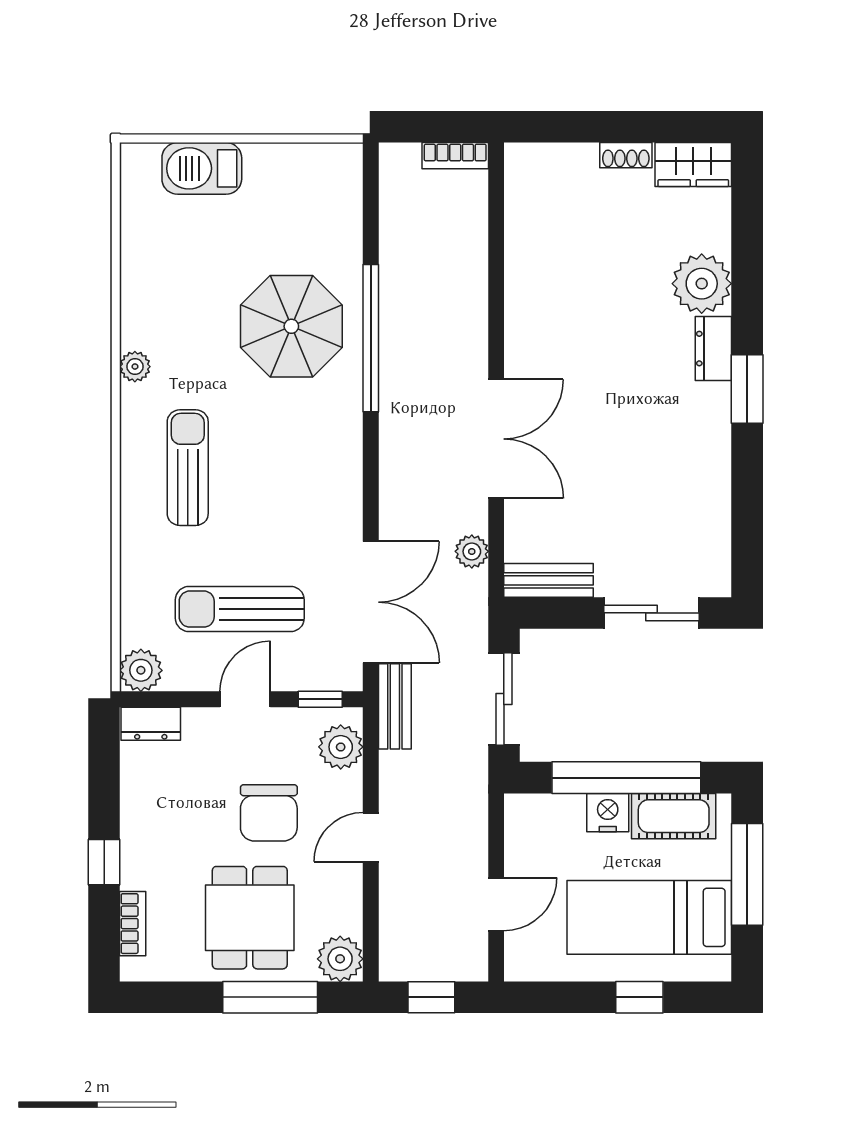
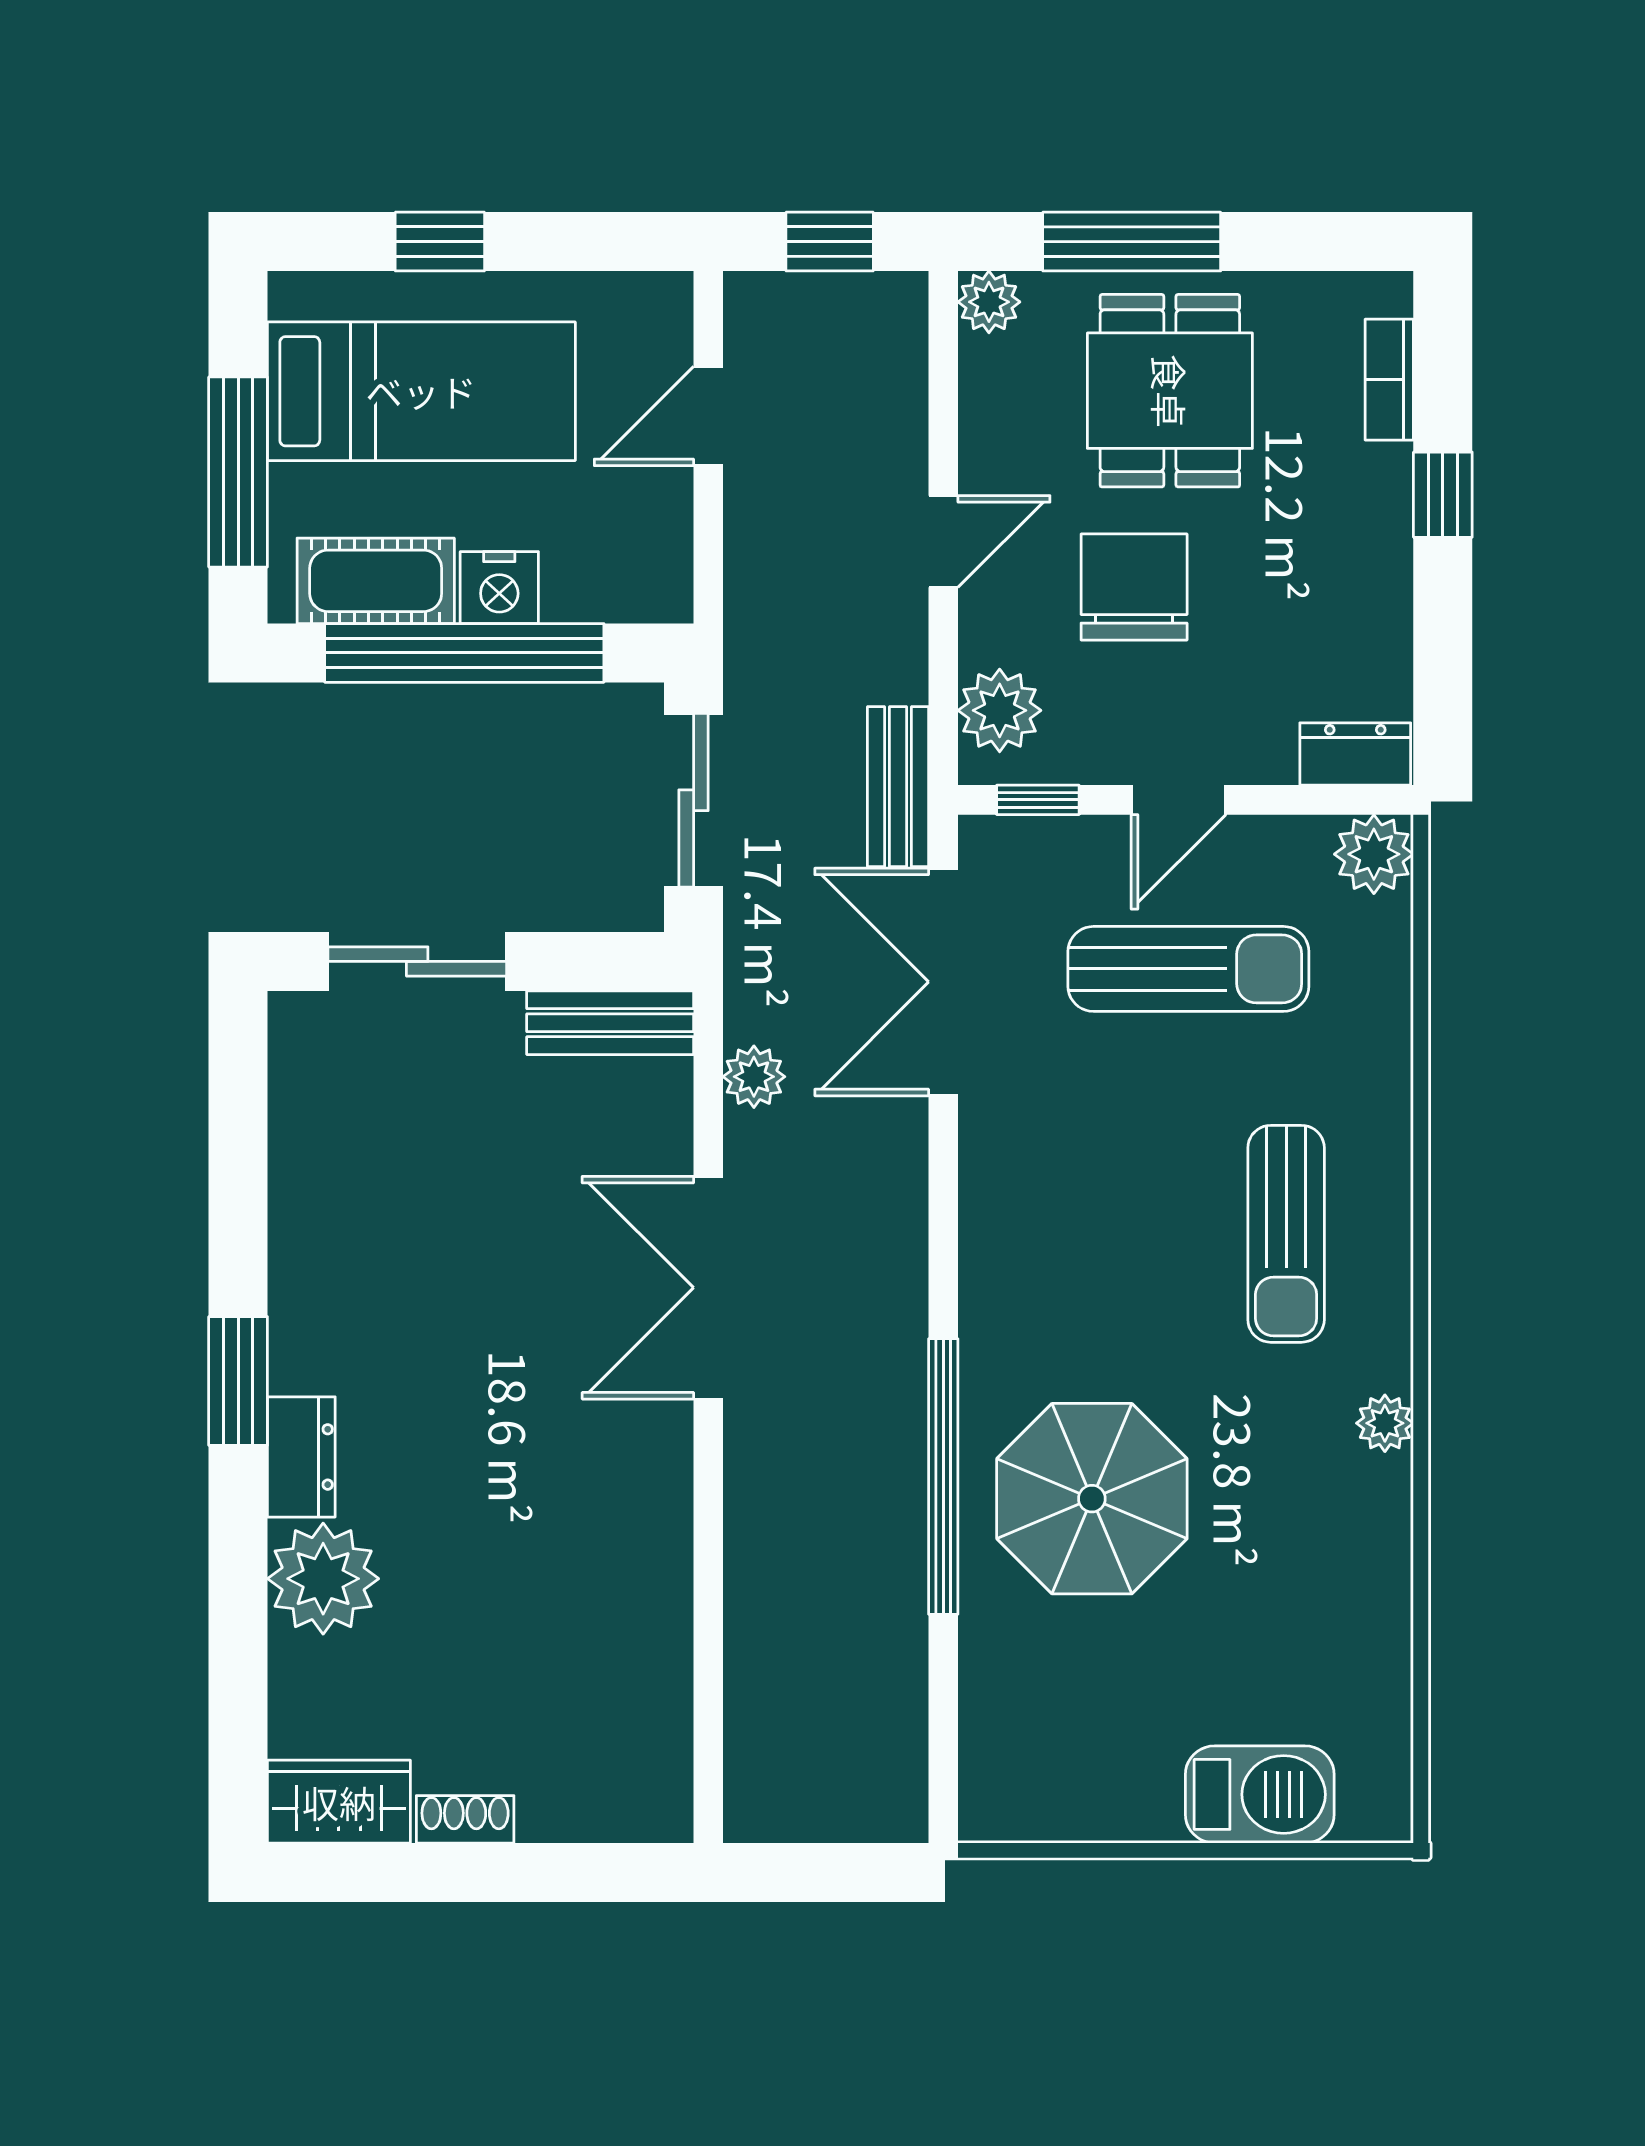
bookcase: (455, 156) -> (785, 1818), removed
plant: (340, 959) -> (989, 302), width x0.73, depth x0.73

